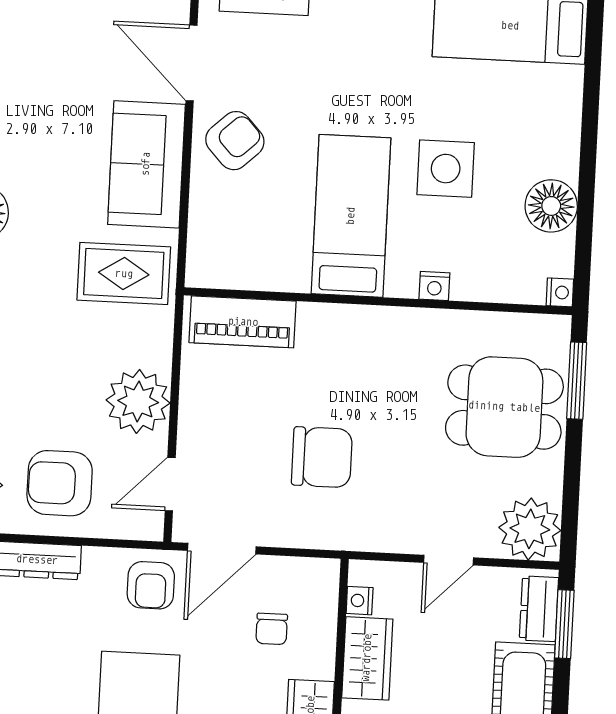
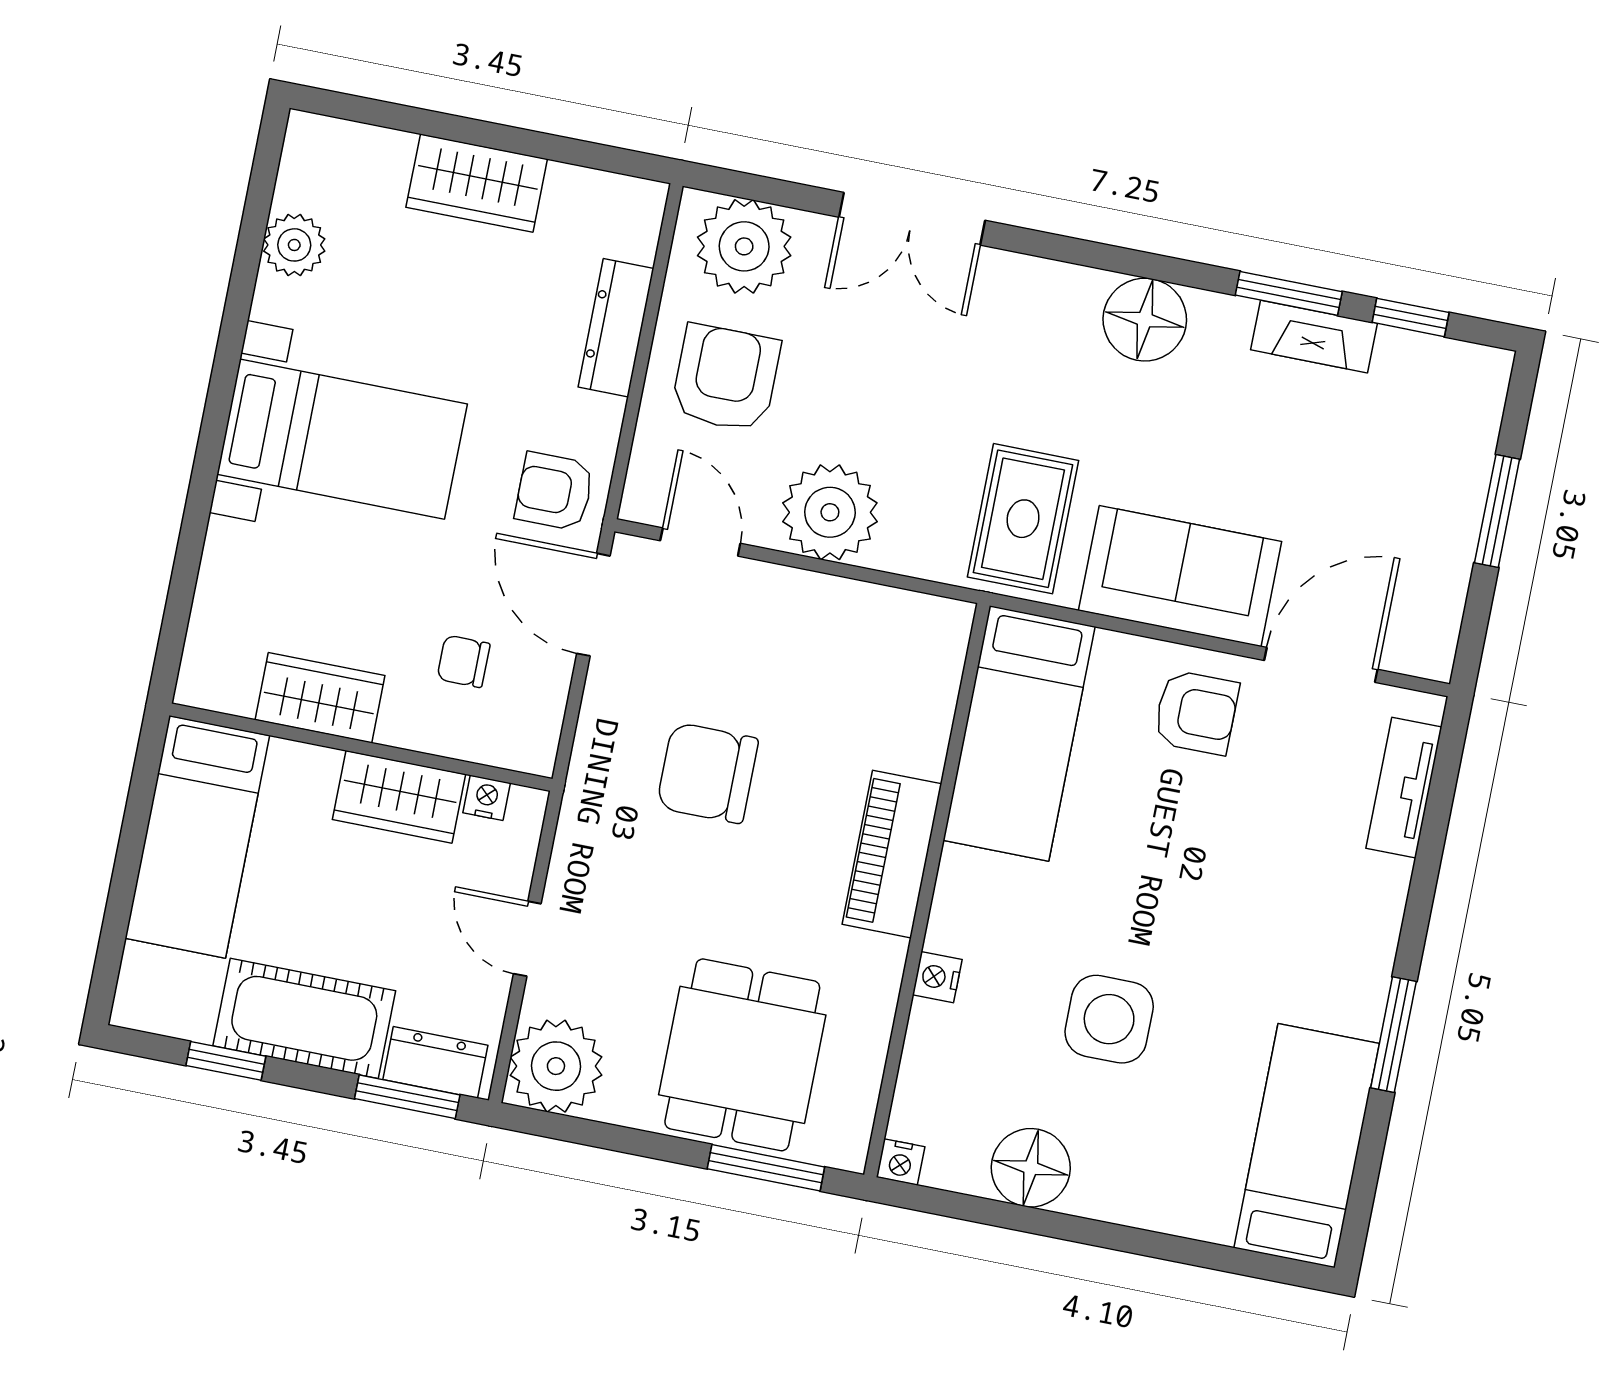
armchair: (235, 141) -> (1196, 712), turned -47
bed: (351, 216) -> (1019, 733), moved, turned 90
piano: (243, 322) -> (892, 854), moved
chair: (322, 457) -> (707, 773), turned 90

